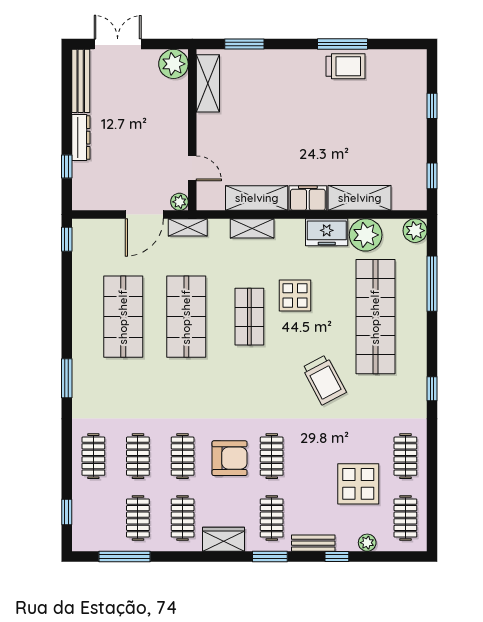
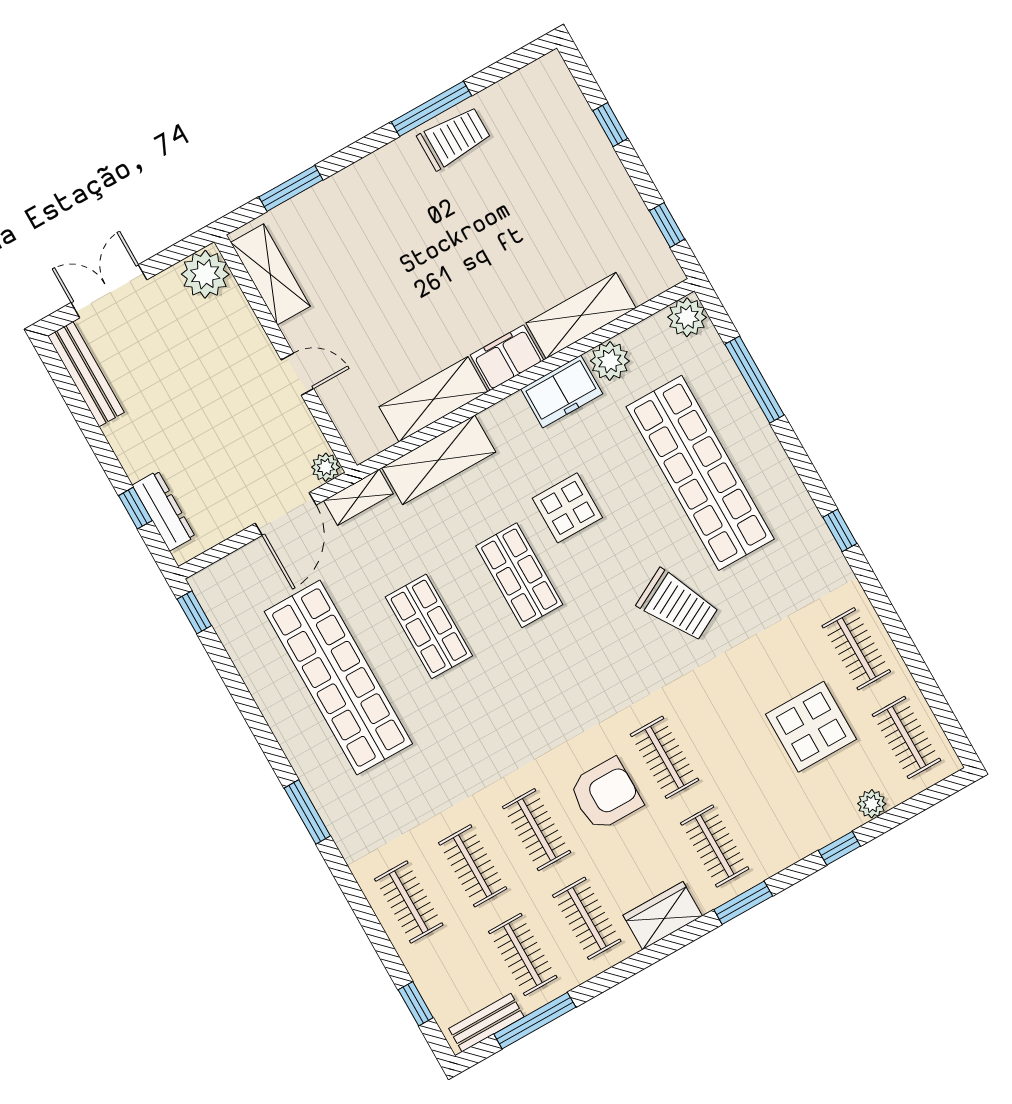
dresser: (81, 138) -> (164, 511), moved
door: (192, 168) -> (297, 374), moved
shelving: (252, 228) -> (439, 460), width x1.50, depth x1.33
plant: (366, 235) -> (610, 361), width x0.73, depth x0.73
shop shelf: (123, 317) -> (338, 678), width x1.40
shop shelf: (186, 317) -> (429, 626), width x0.70, depth x0.74
bench: (313, 543) -> (486, 1023), moved

